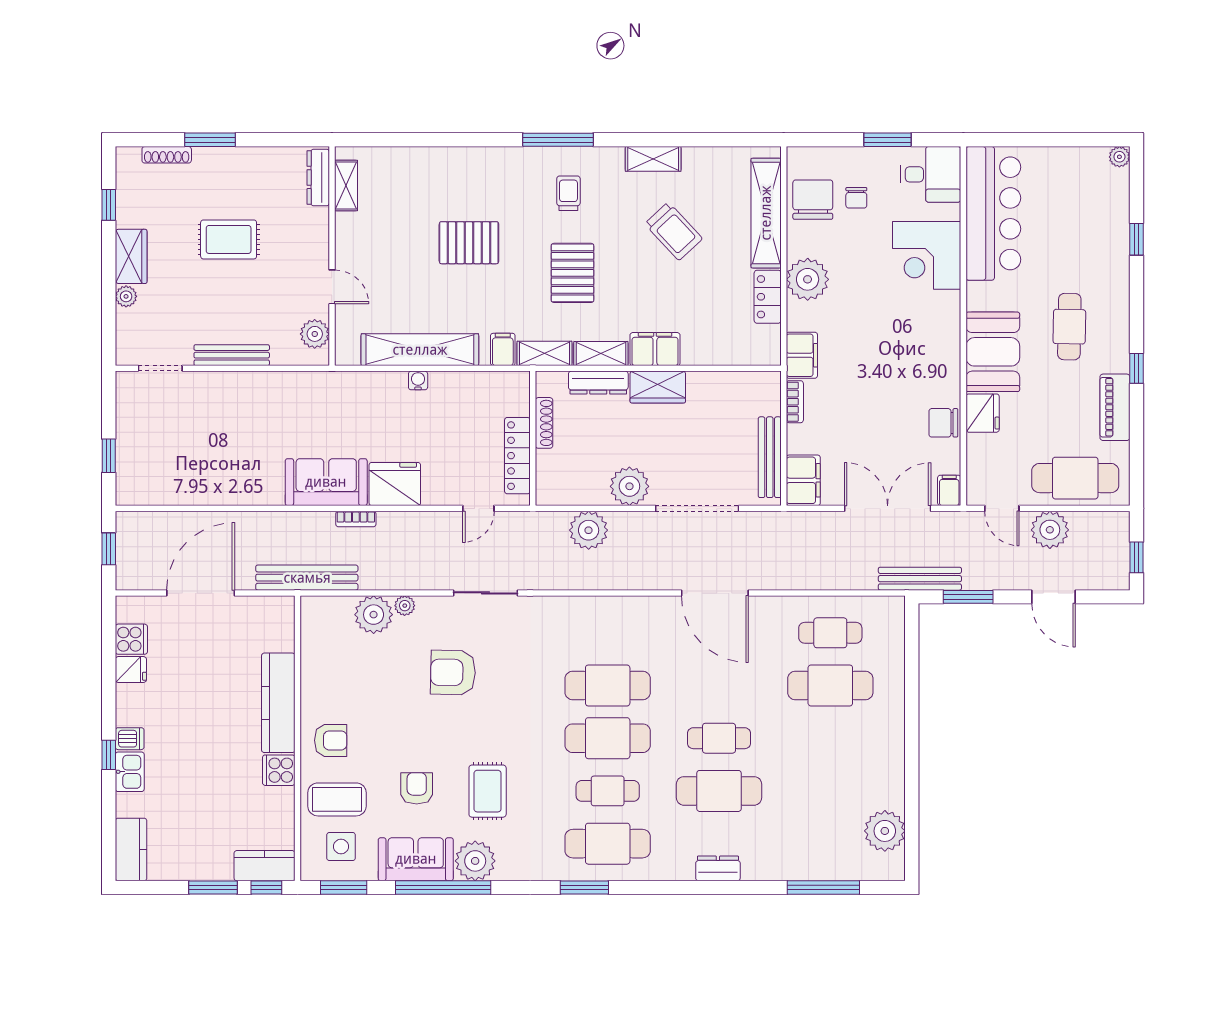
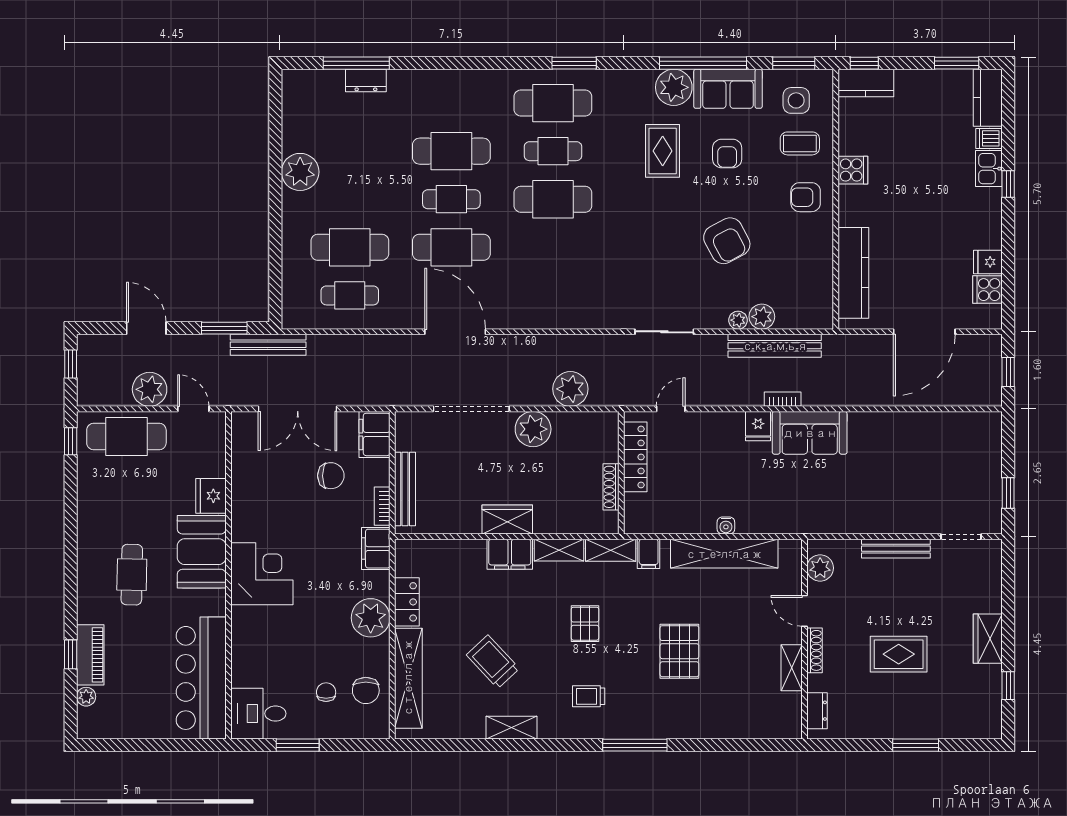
window: (558, 140) -> (635, 745), moved
shoe rack: (167, 155) -> (814, 650), moved, turned 90
plant: (1119, 157) -> (86, 697), moved
dresser: (318, 177) -> (817, 711), width x0.70
shelving: (346, 186) -> (792, 668), moved
trolley: (568, 193) -> (589, 696), turned 90
chair: (813, 200) -> (366, 690), width x0.73, depth x0.73
pallet: (469, 243) -> (679, 651), turned 90
corner desk: (927, 255) -> (262, 574), moved
pallet: (572, 273) -> (585, 624), width x0.67, depth x0.71
plant: (126, 296) -> (992, 602), removed
window: (1136, 368) -> (71, 441), moved
dresser: (598, 383) -> (561, 524), removed
piano: (1115, 407) -> (90, 655), moved
chair: (943, 423) -> (331, 476), moved
window: (109, 456) -> (1008, 493), moved
bench: (770, 457) -> (405, 489), moved
fridge: (395, 484) -> (758, 426), width x0.53, depth x0.75
filing cabinet: (949, 490) -> (241, 425), removed
bench: (307, 578) -> (775, 346), moved
plant: (374, 615) -> (762, 317), width x0.73, depth x0.73
armchair: (453, 672) -> (727, 241), moved, turned 61
cafe table: (608, 685) -> (451, 247), moved
kitchen counter: (278, 703) -> (853, 273), moved
dishwasher: (130, 739) -> (989, 138), moved
coffee table: (337, 799) -> (800, 143), width x0.73, depth x0.77
plant: (885, 831) -> (300, 172), moved
dresser: (718, 868) -> (366, 80), moved
window: (213, 887) -> (957, 63), moved

